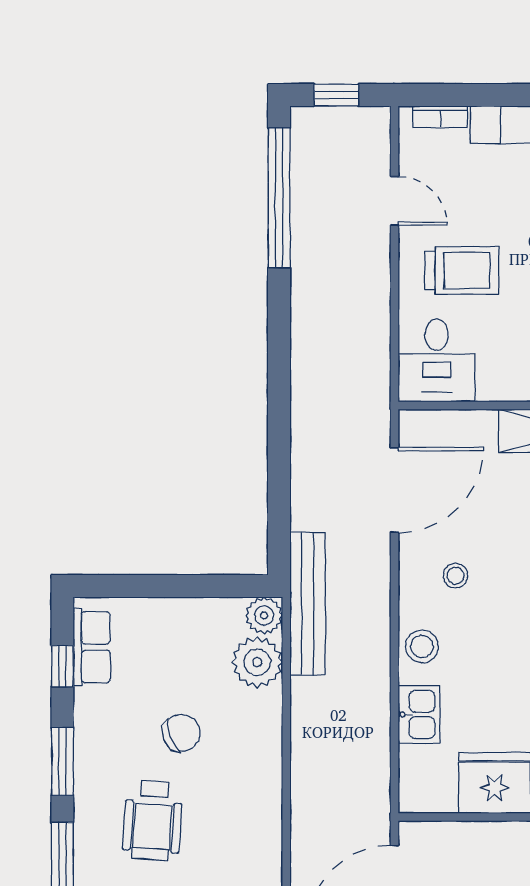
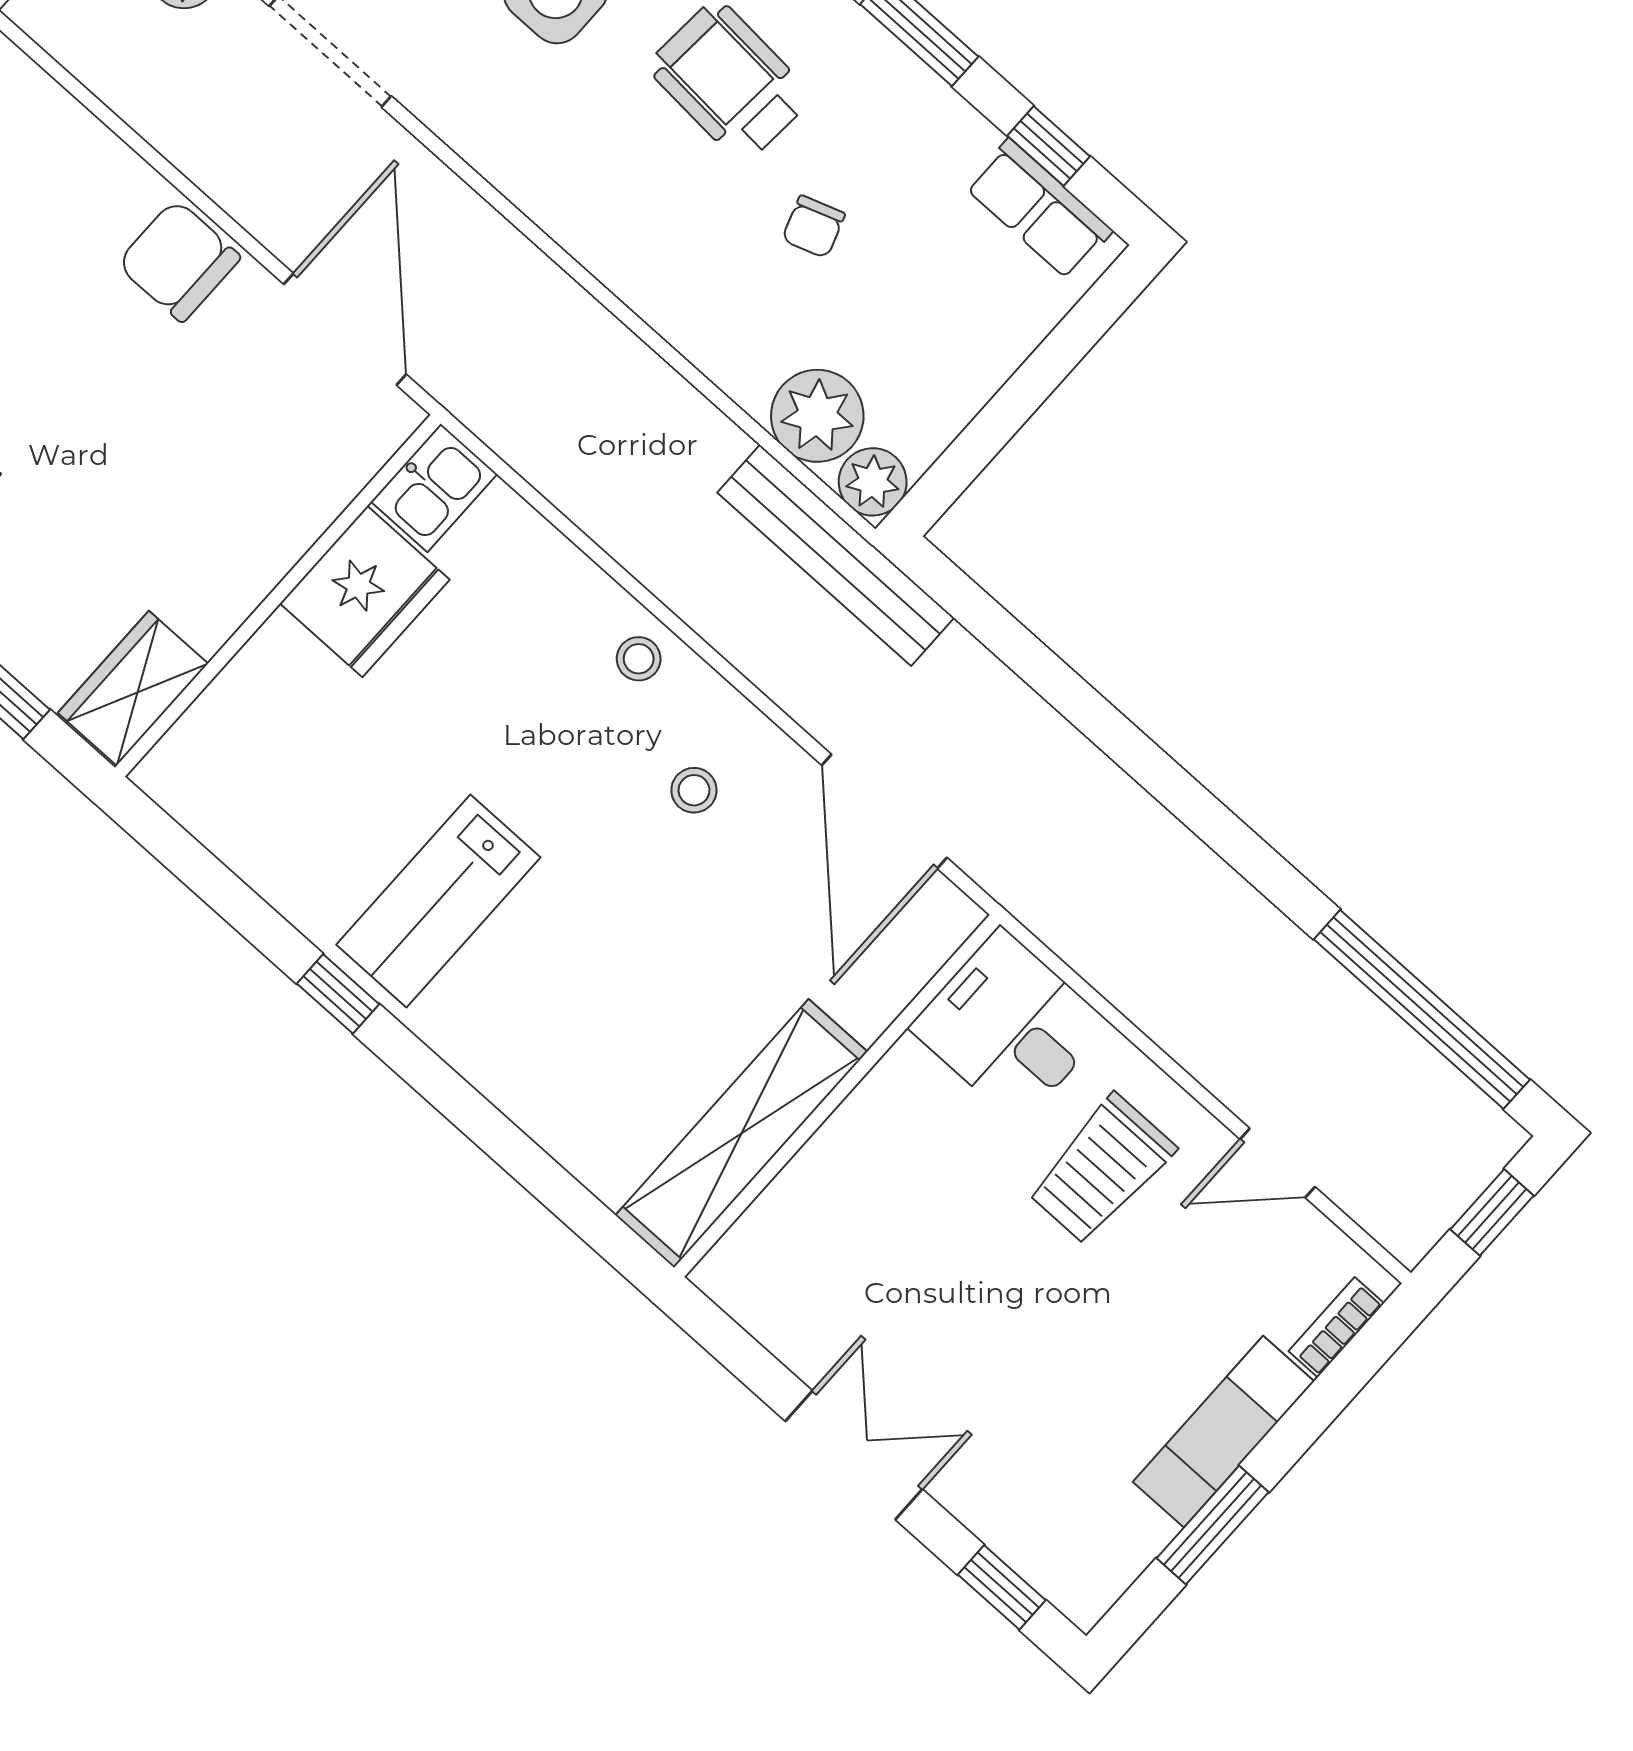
stool: (422, 646) -> (639, 659), width x0.73, depth x0.73
kitchen sink: (419, 714) -> (434, 488), moved, turned -90
chair: (181, 733) -> (813, 227), width x0.73, depth x0.73

